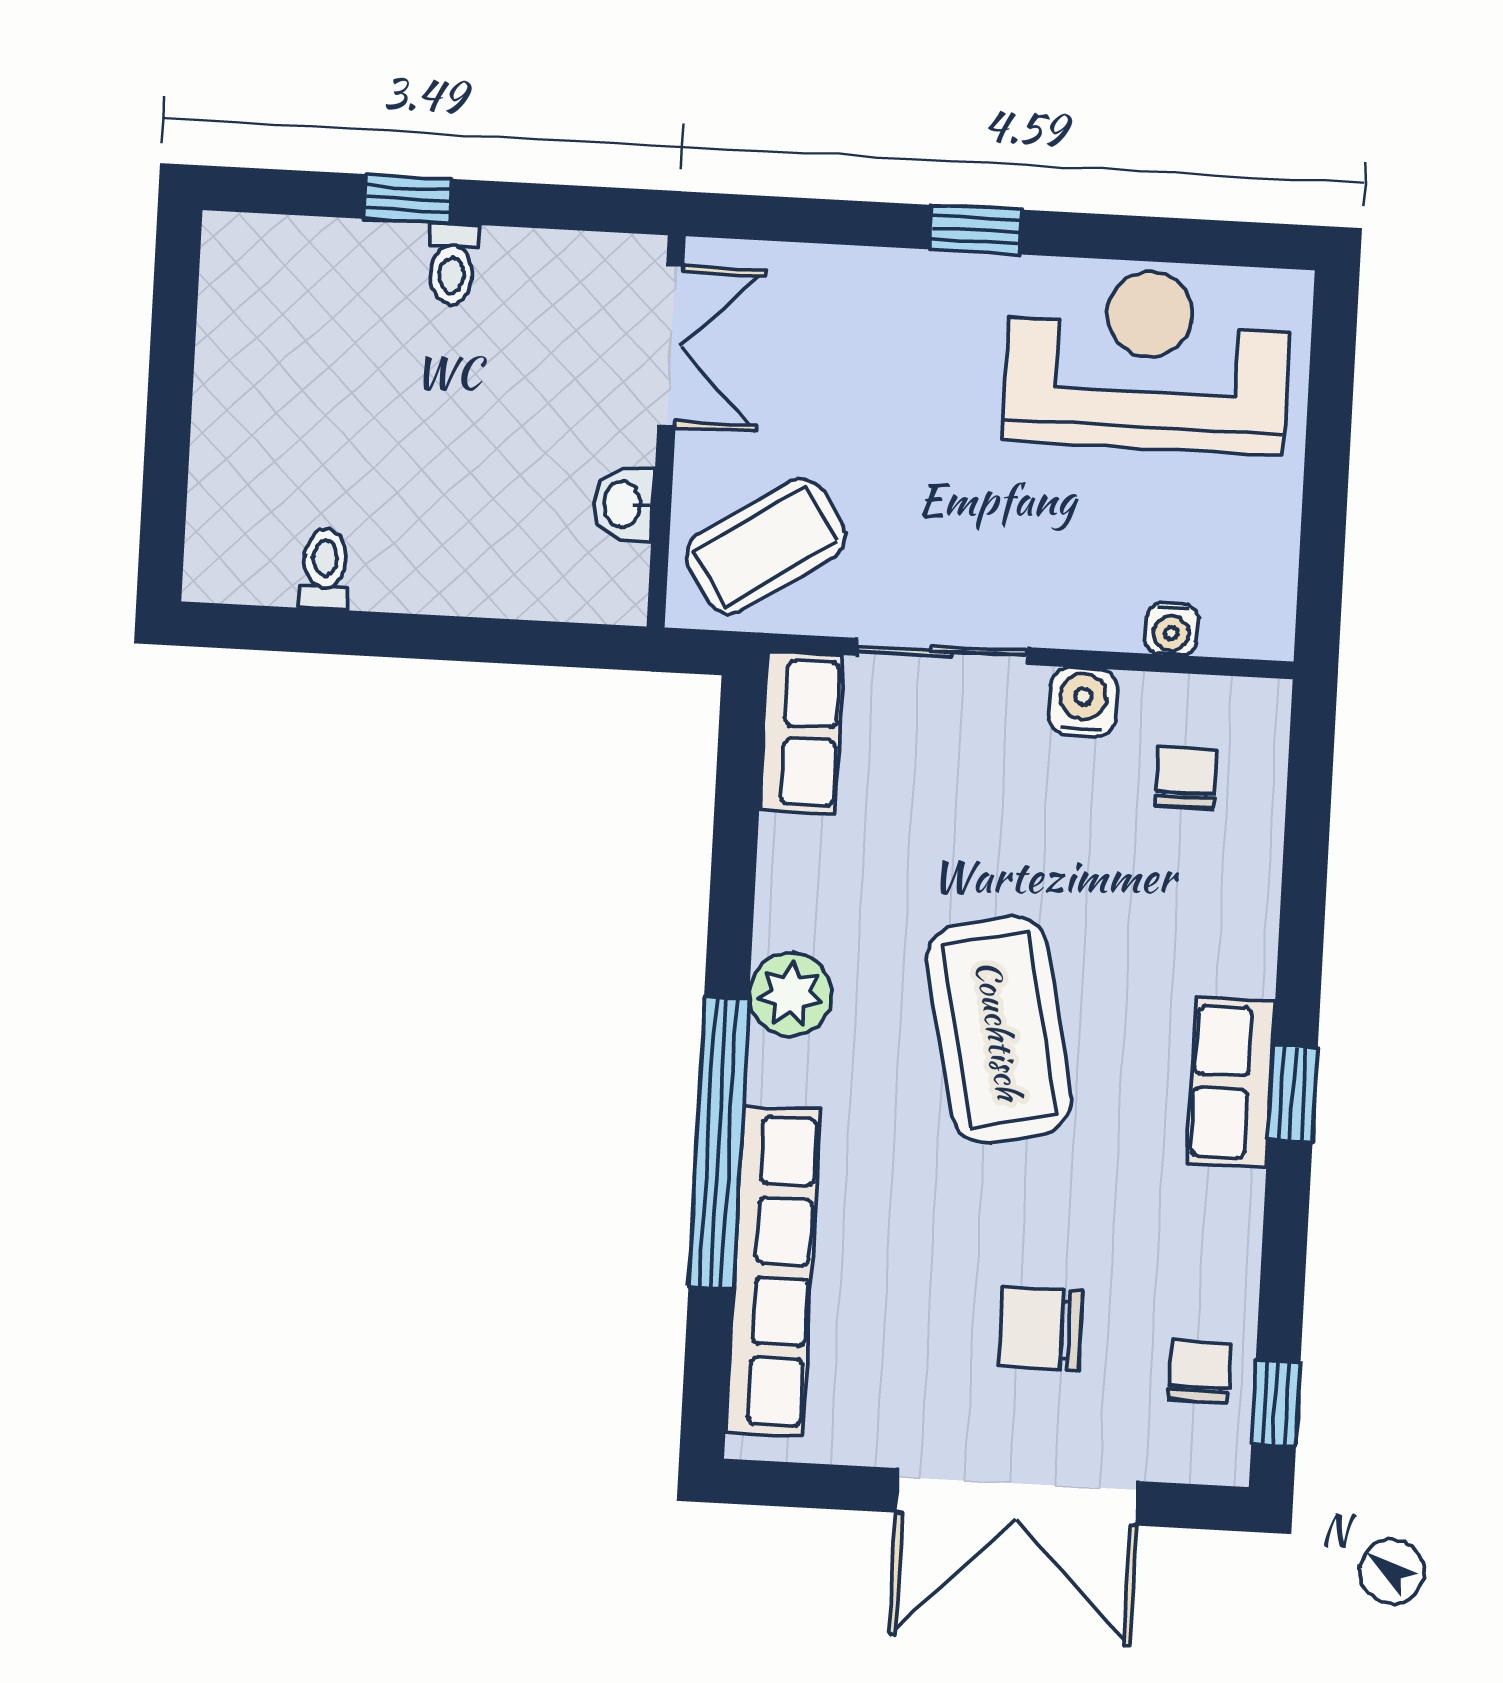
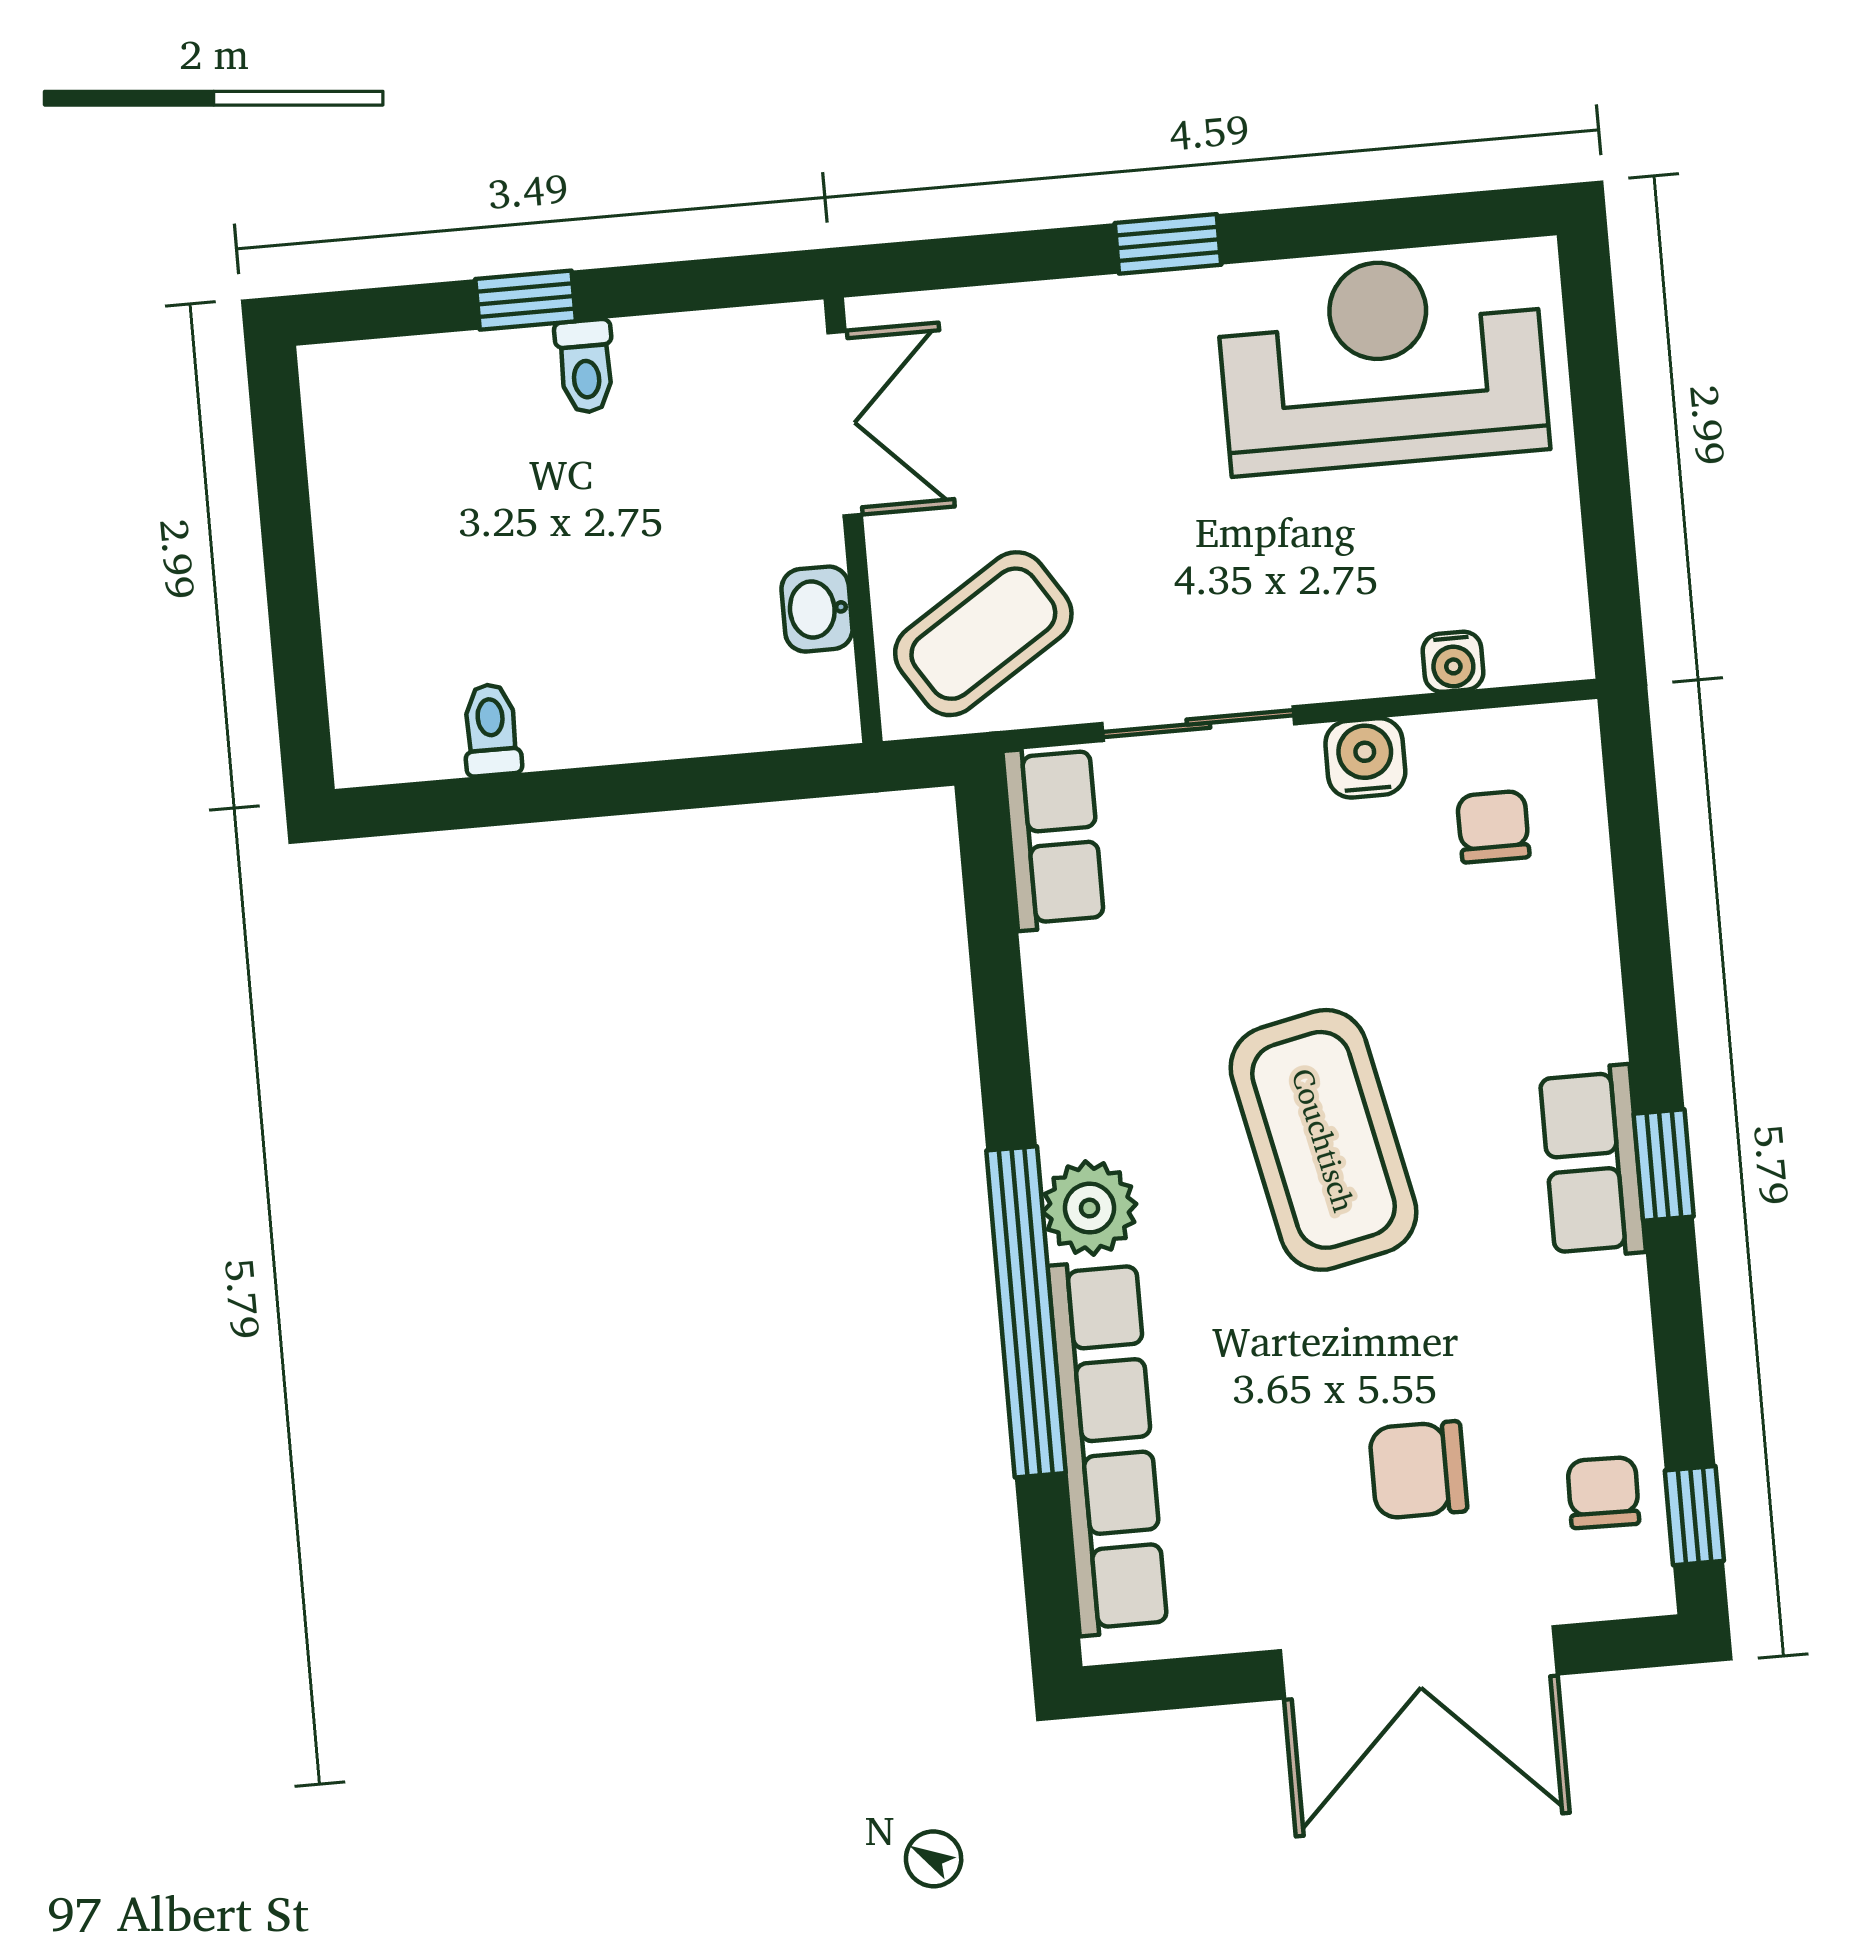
plant: (790, 994) -> (1090, 1208), moved

